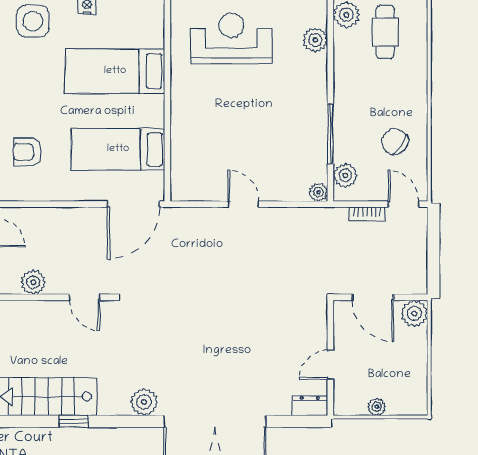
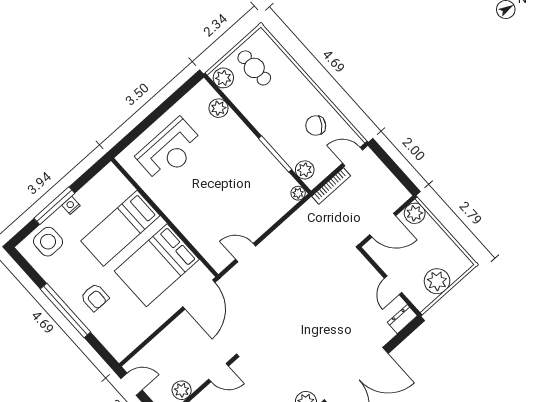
reception desk: (231, 39) -> (170, 150), turned 180
bed: (118, 149) -> (157, 265), width x1.50
armchair: (27, 152) -> (95, 297), moved, turned -90
door: (243, 204) -> (246, 253), moved
bookcase: (367, 214) -> (331, 186), width x1.56
plant: (377, 407) -> (437, 281), width x1.88, depth x1.88

